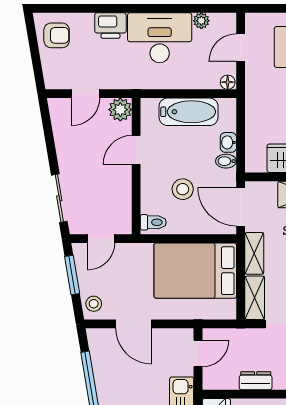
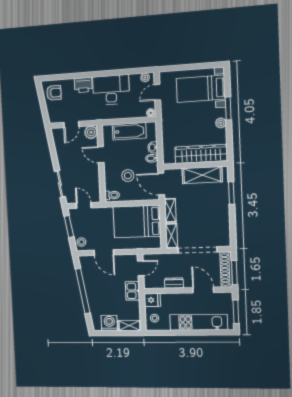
plant: (201, 21) -> (145, 78), moved
door: (136, 150) -> (101, 155), hinge flipped
door: (101, 239) -> (84, 206), swing flipped

